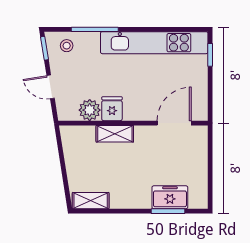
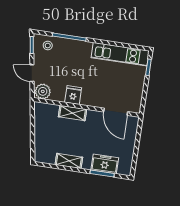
kitchen unit: (154, 43) -> (120, 54), width x0.73
plant: (90, 110) -> (43, 91), moved
door: (174, 123) -> (116, 112), swing flipped
shelving: (91, 201) -> (69, 161), moved

